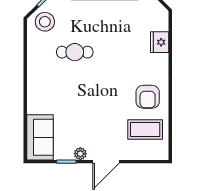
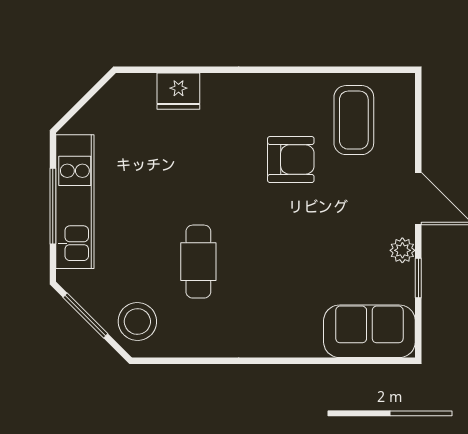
armchair: (148, 97) -> (291, 160), moved

